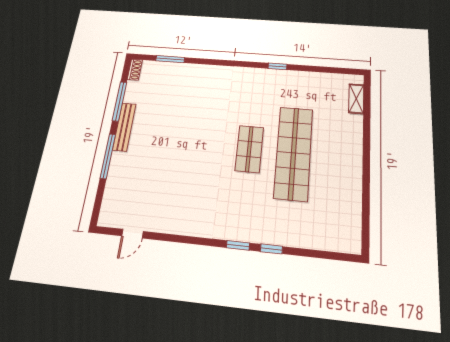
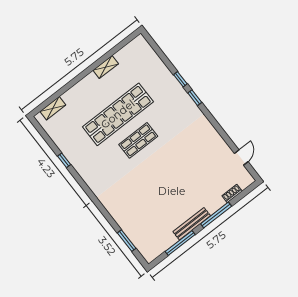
window: (278, 66) -> (64, 160), moved
shoe rack: (135, 70) -> (232, 193), moved
shelving: (355, 184) -> (106, 67), added
door: (132, 234) -> (241, 157), hinge flipped

